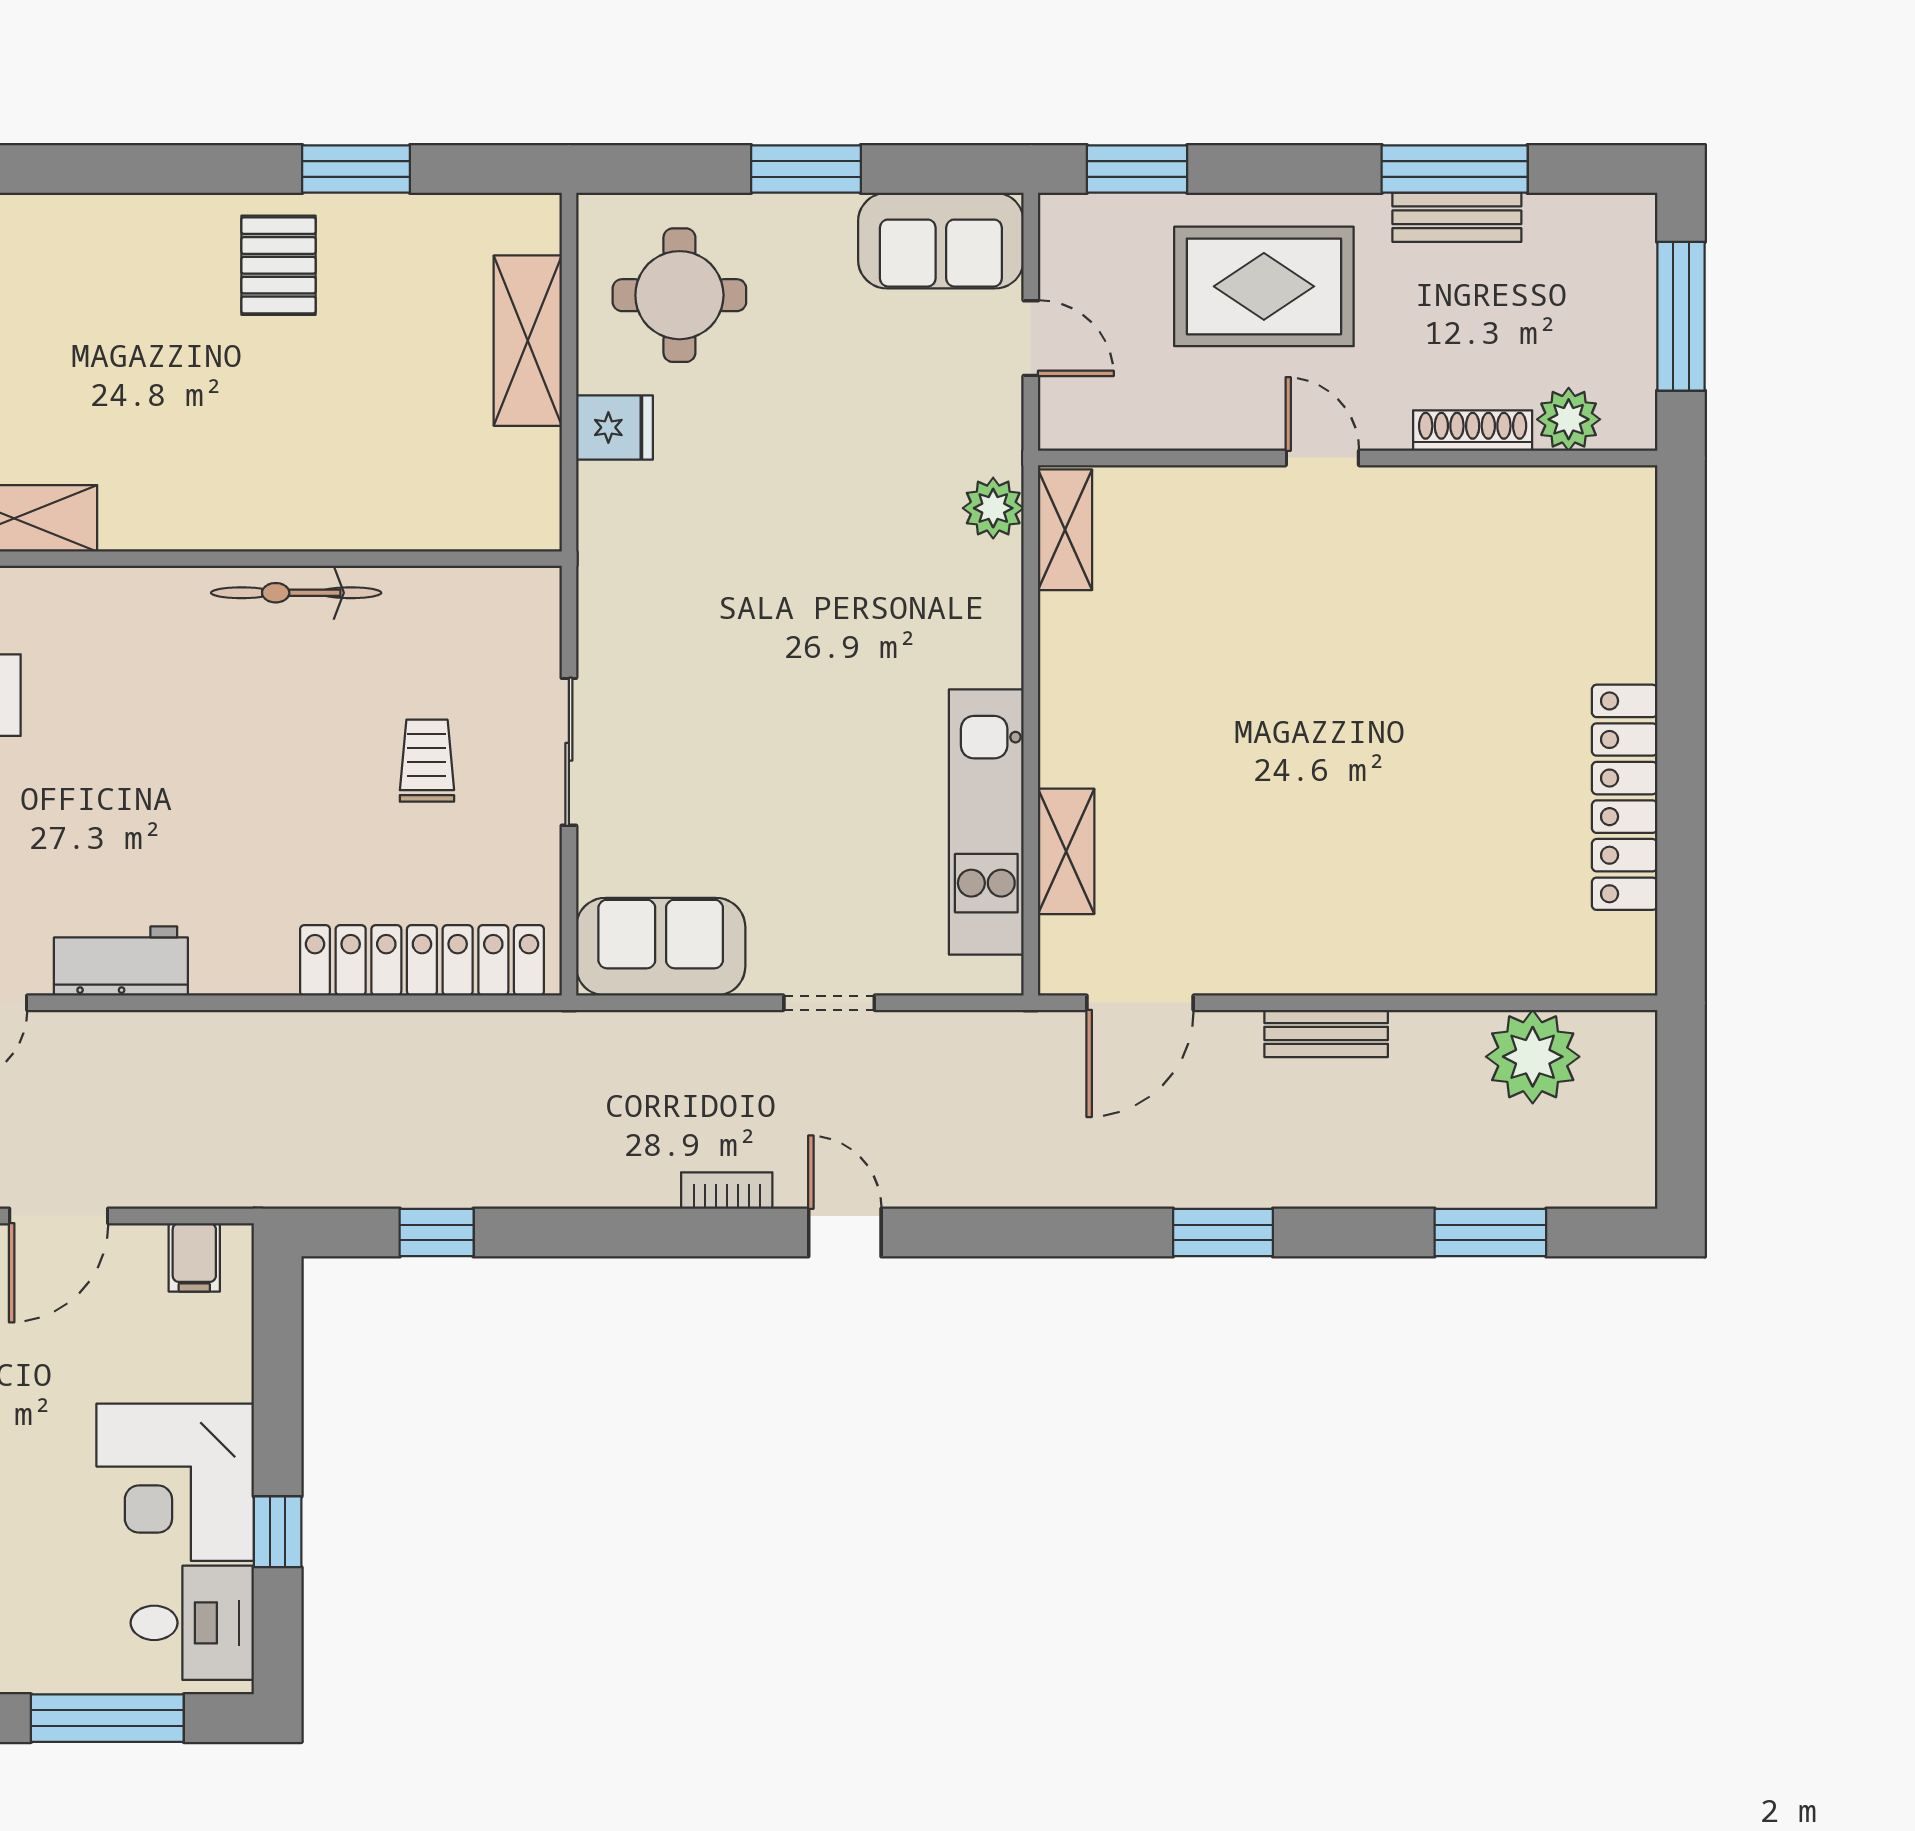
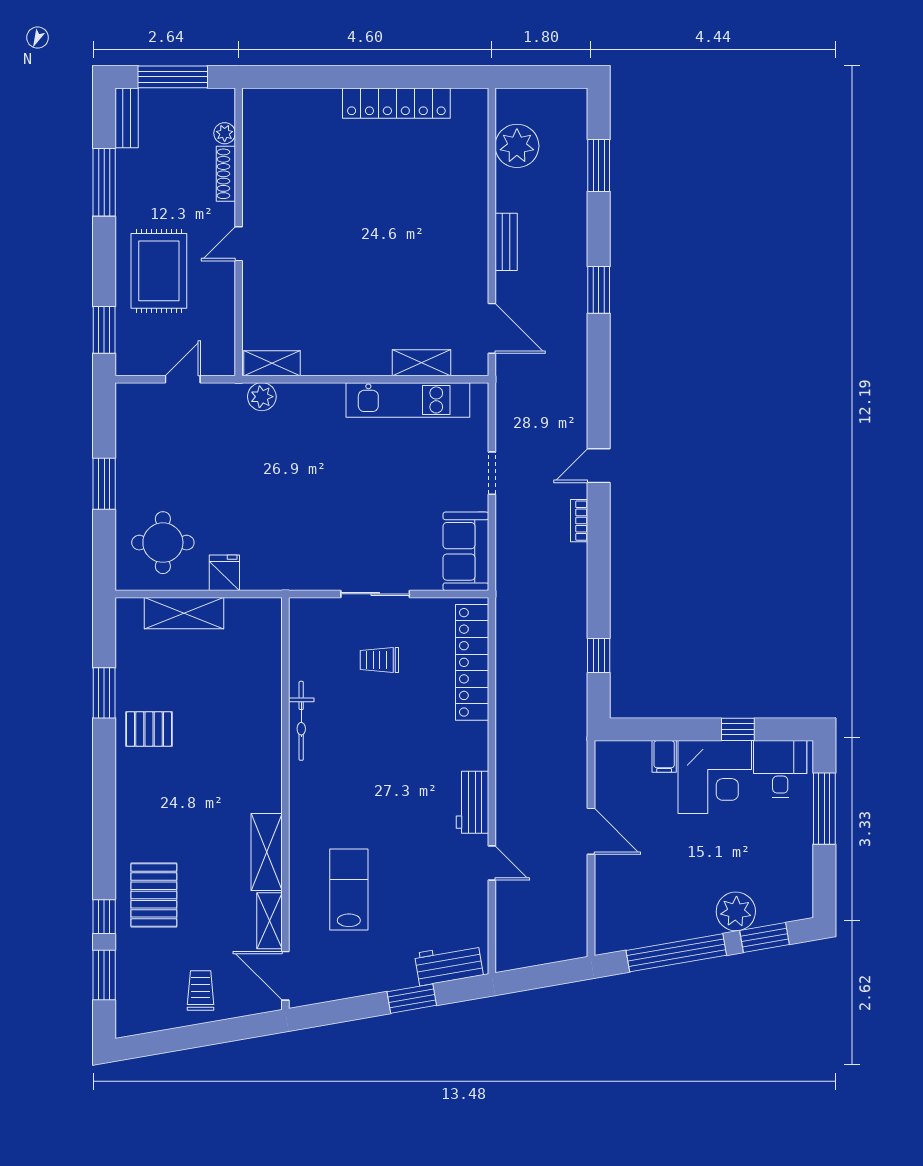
bench: (1457, 217) -> (127, 118), moved
sofa: (941, 241) -> (137, 421), removed
plant: (1569, 419) -> (225, 133), width x0.73, depth x0.73
filing cabinet: (194, 1257) -> (664, 756), moved, turned 90

